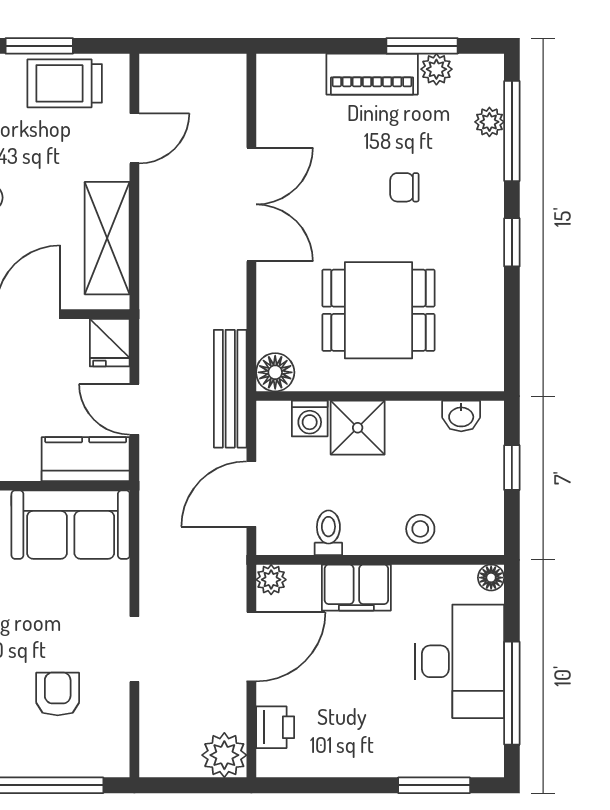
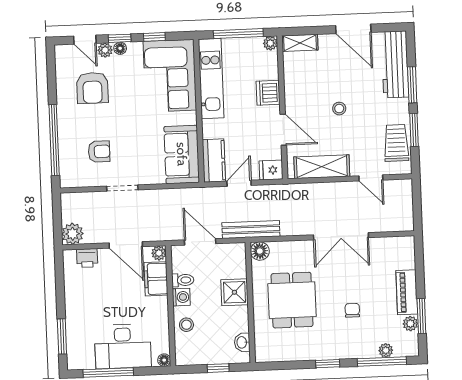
washing machine: (310, 419) -> (181, 297), moved, turned 180
filing cabinet: (356, 588) -> (156, 279), moved

